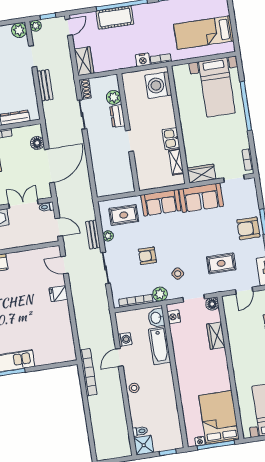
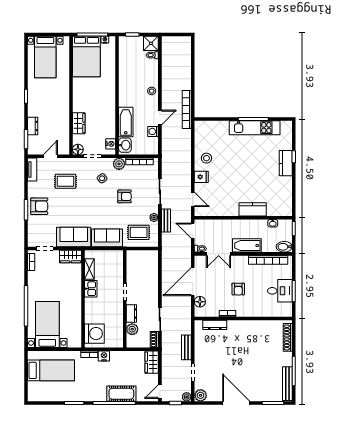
stool: (56, 317) -> (206, 158), added

